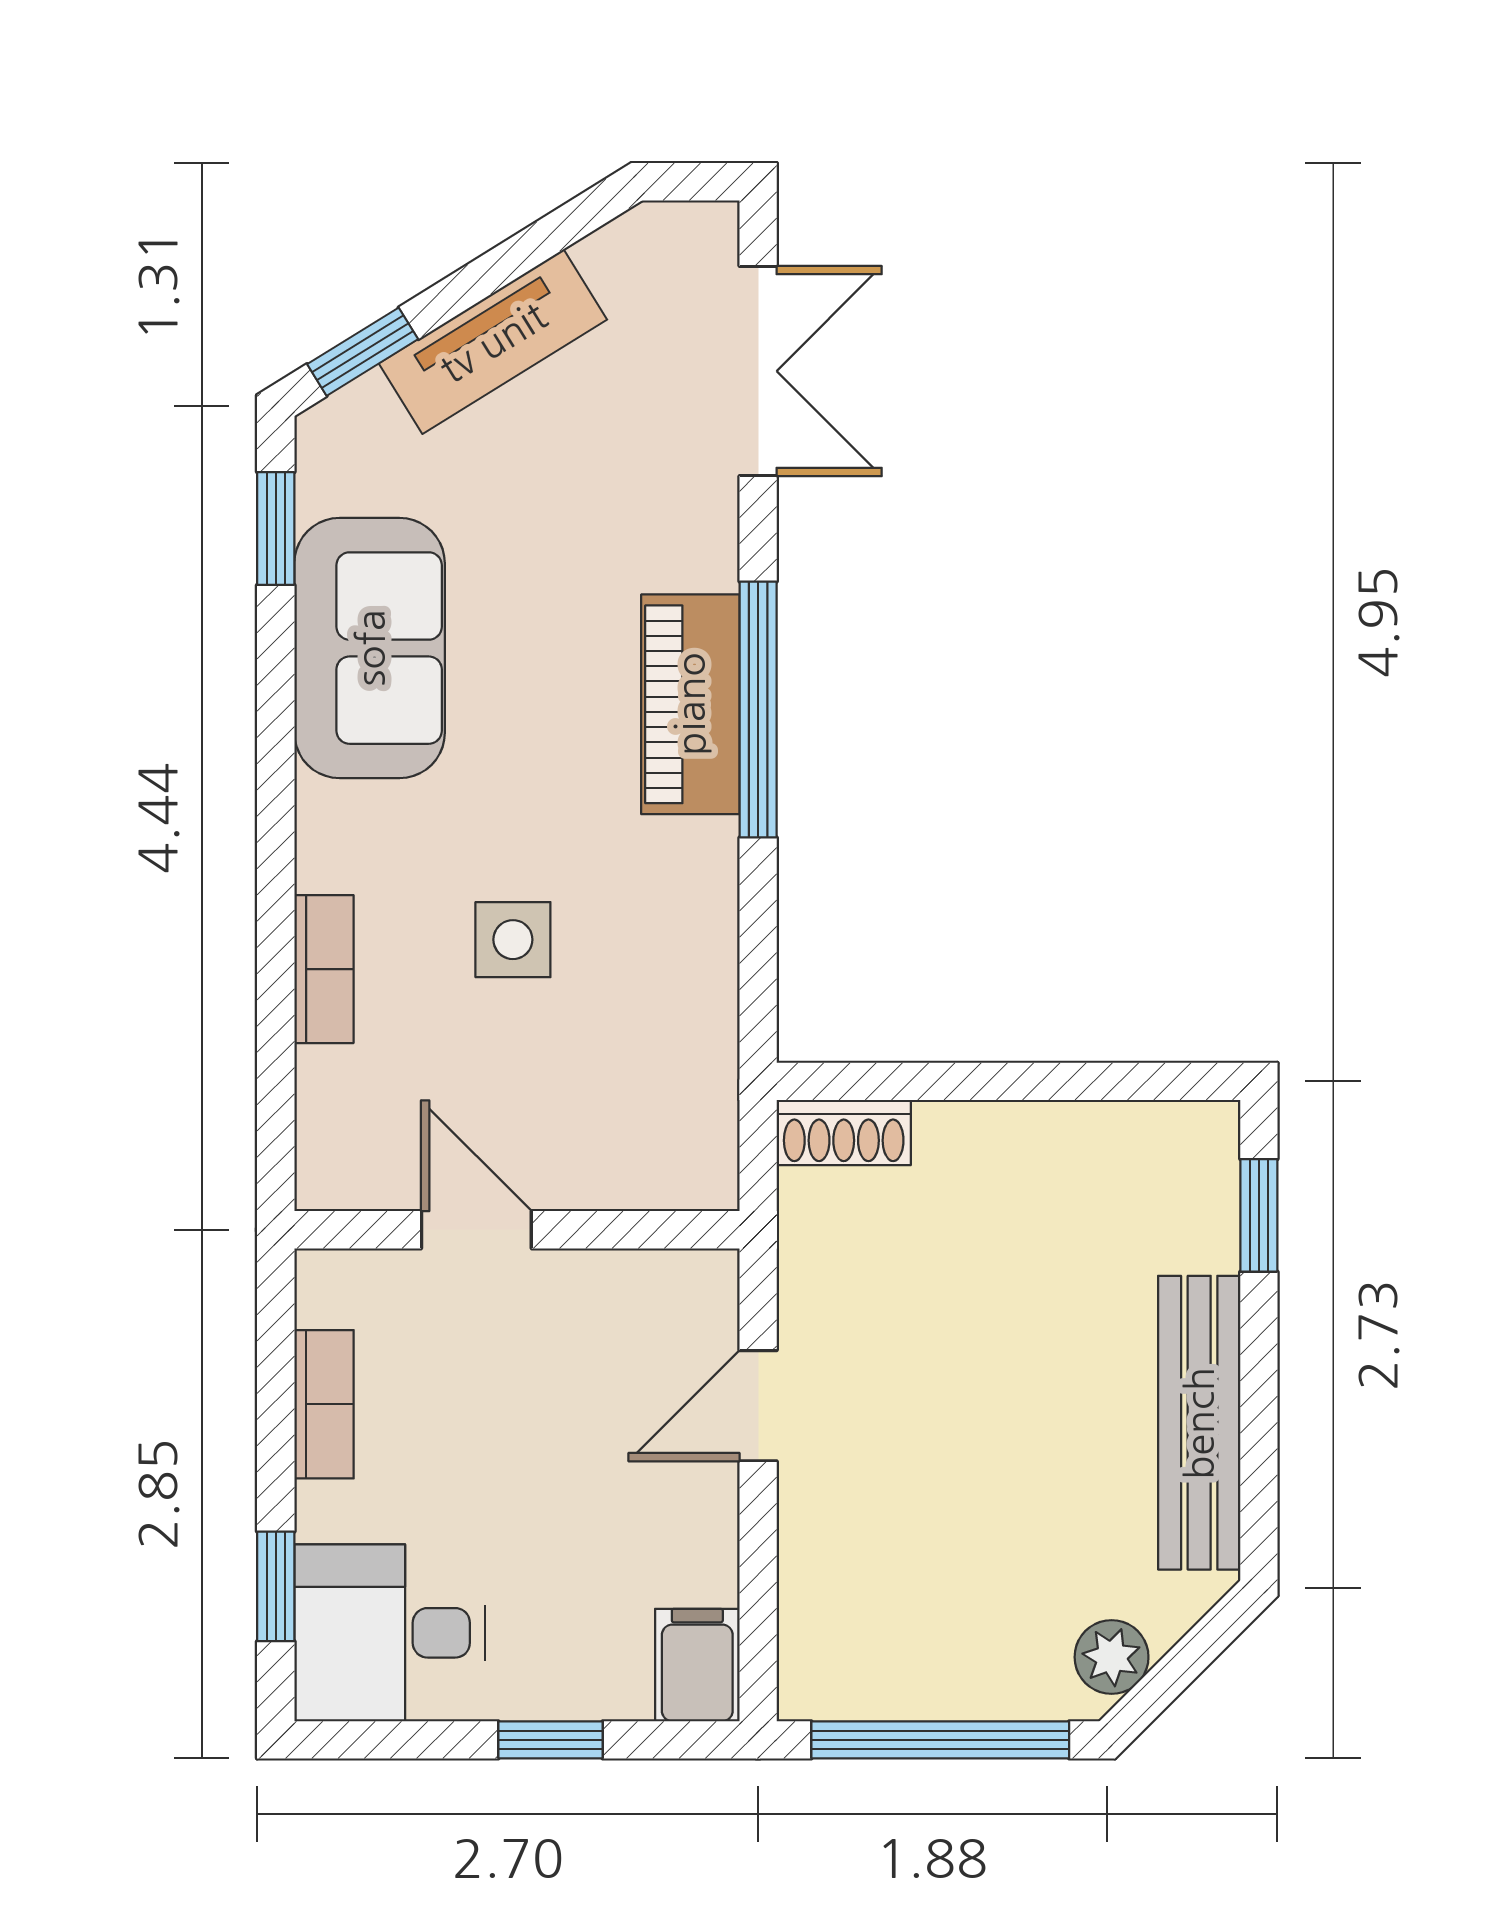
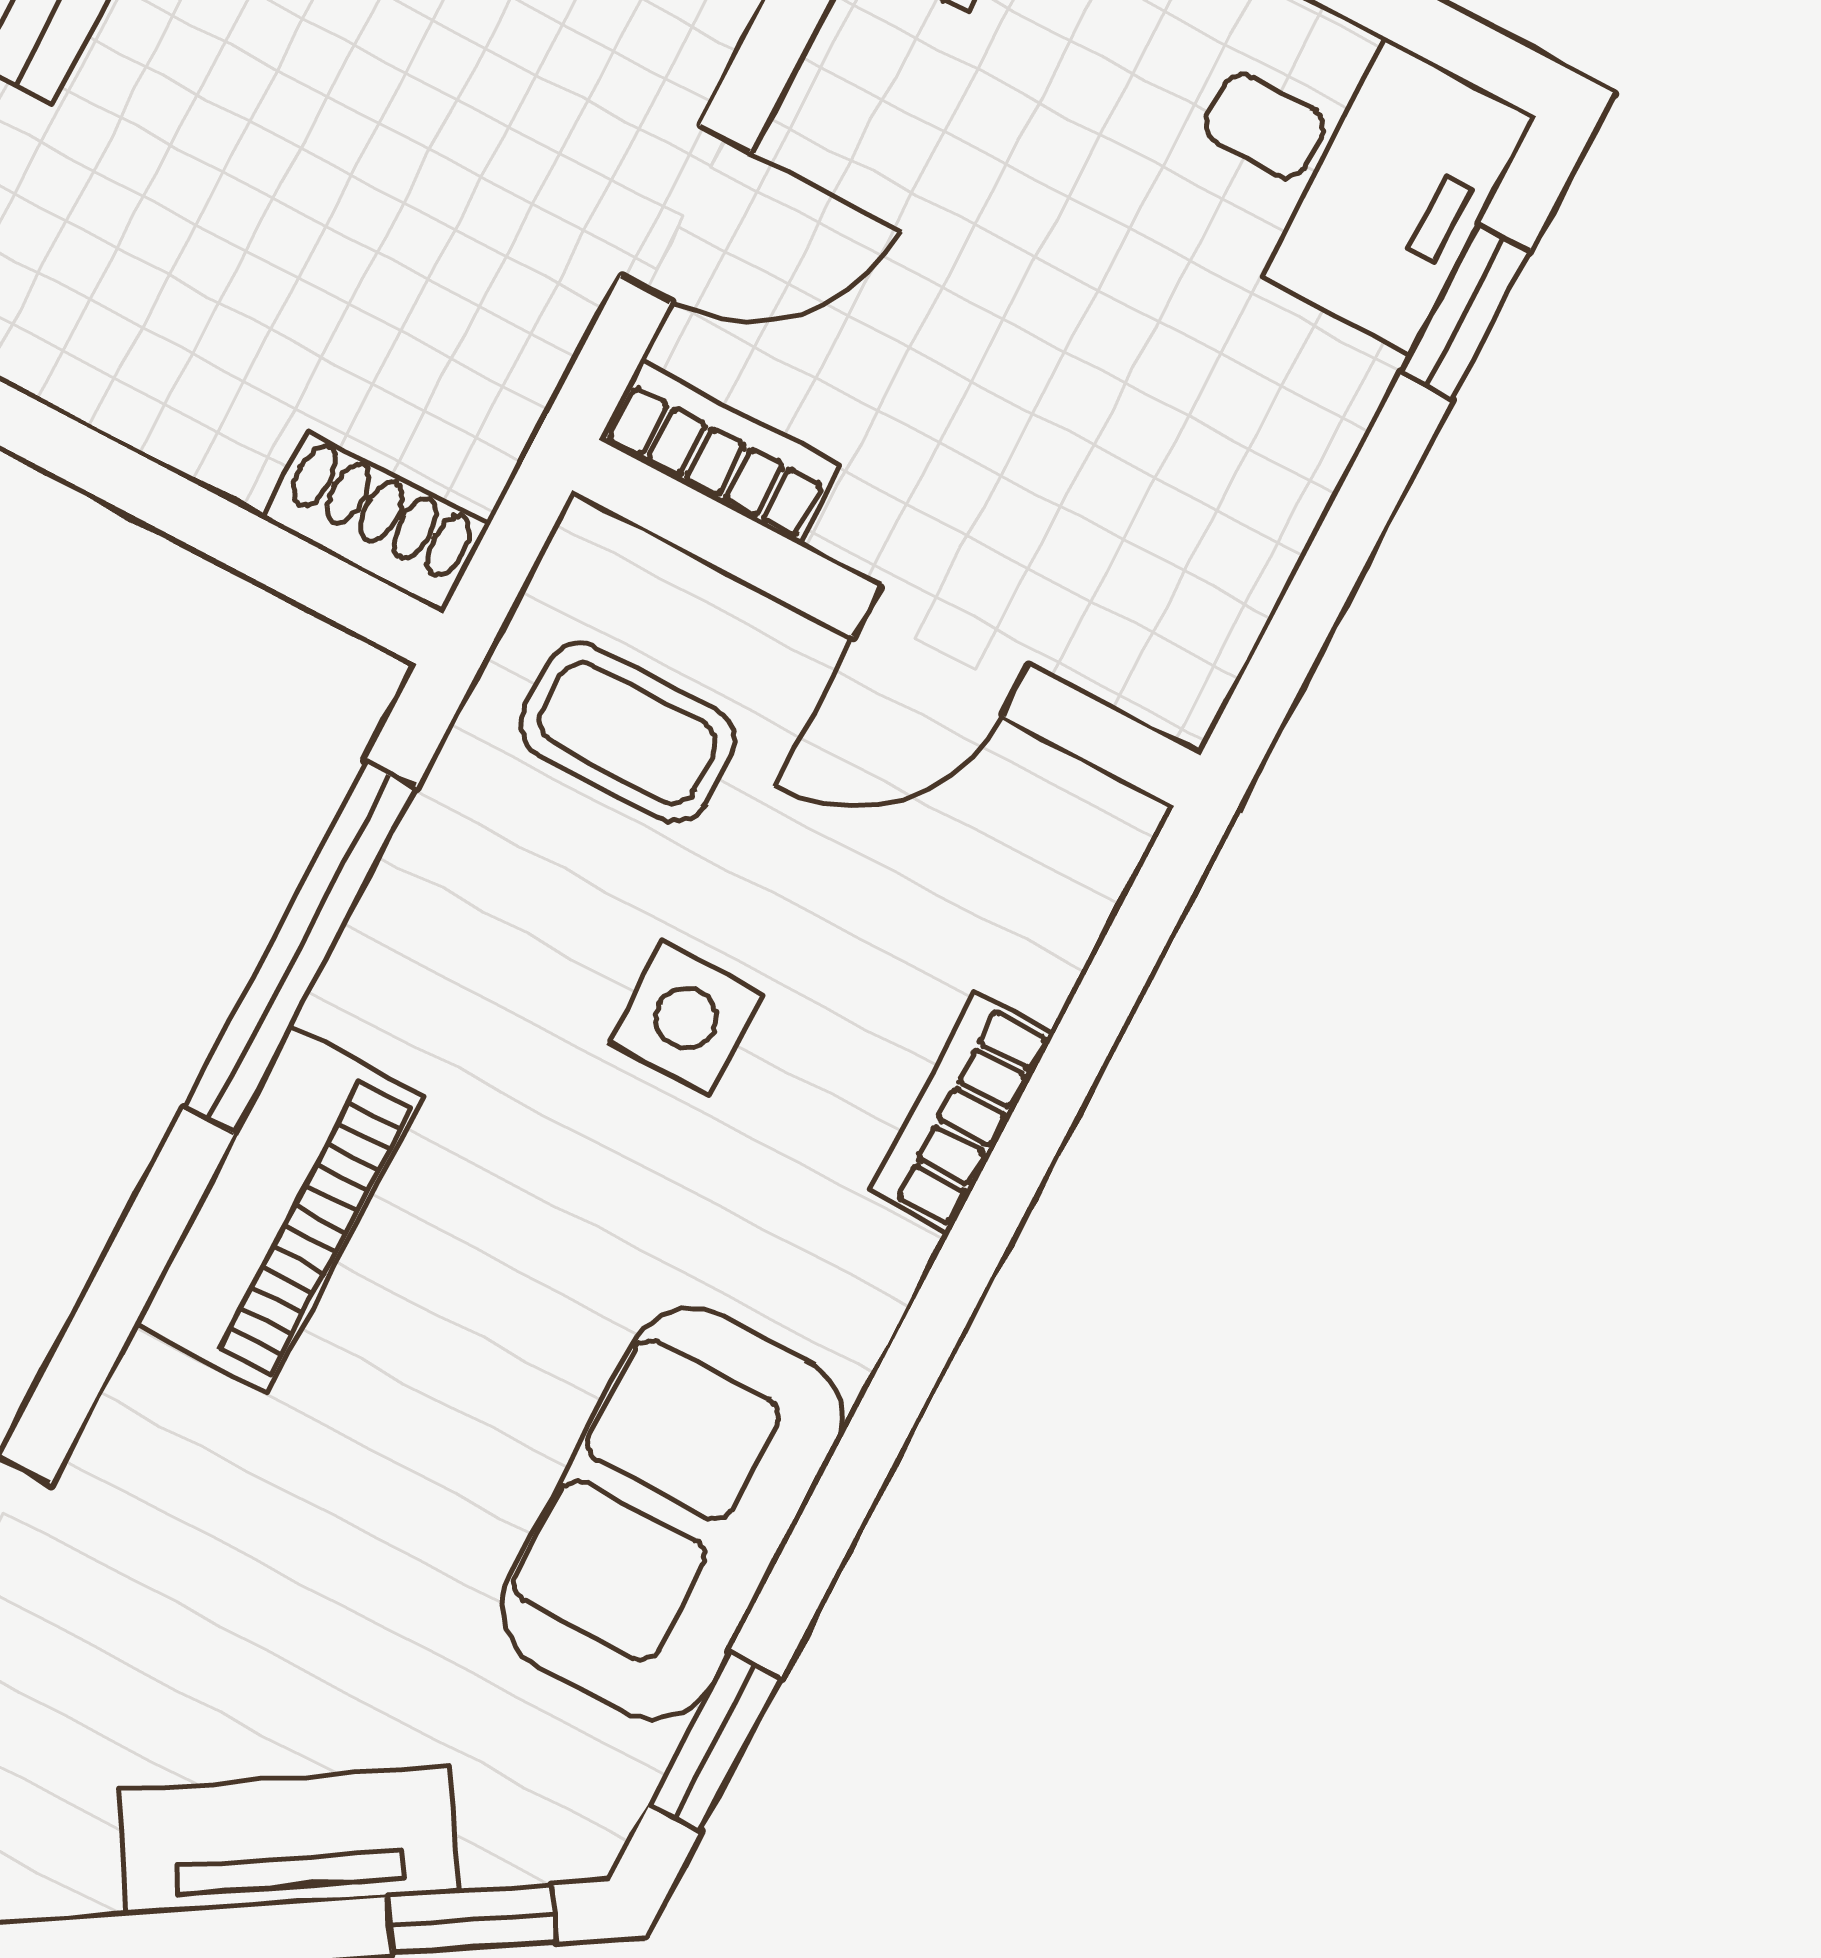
window: (758, 709) -> (300, 947), moved
coffee table: (634, 1087) -> (628, 733), added
door: (476, 1230) -> (941, 652), hinge flipped
bookcase: (324, 1404) -> (720, 452), moved, turned 90

